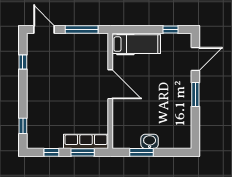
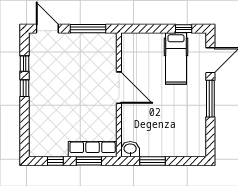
hospital bed: (136, 44) -> (176, 59), moved, turned 90
window: (195, 95) -> (210, 99), width x1.44
window: (23, 126) -> (25, 88), moved
washbasin: (150, 141) -> (130, 149), moved

